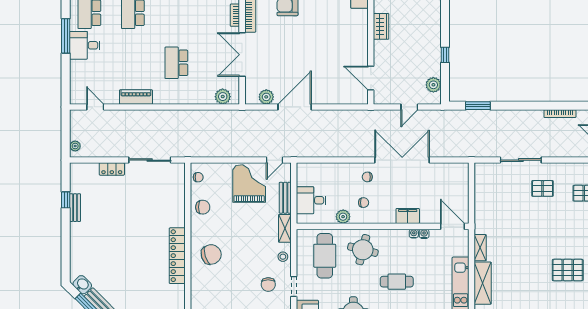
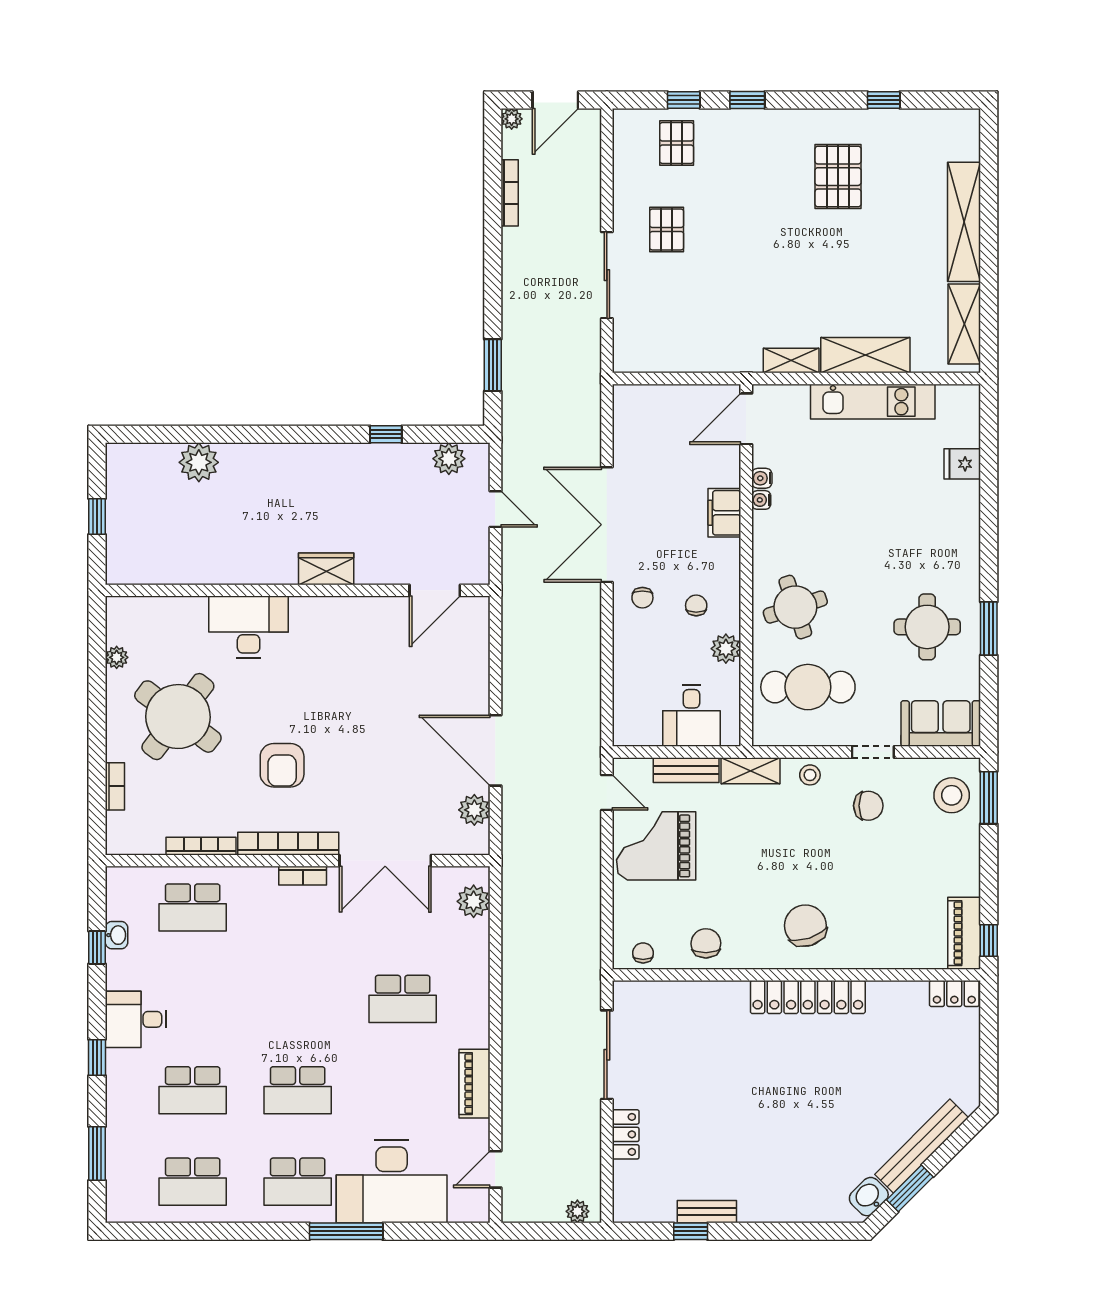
desk: (85, 45) -> (392, 1182), width x1.87, depth x1.30
round table: (363, 250) -> (795, 607), turned -32
cafe table: (397, 282) -> (862, 536), removed

